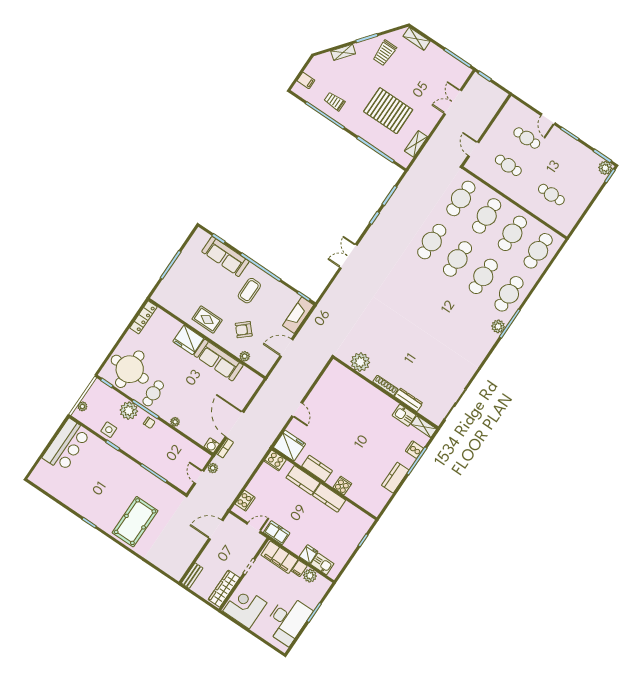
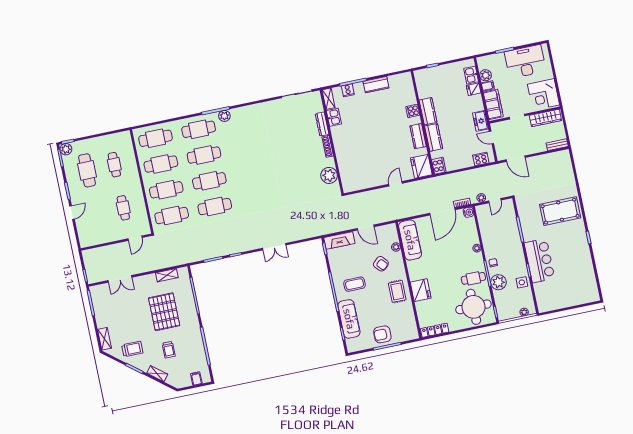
trolley: (335, 101) -> (169, 350), moved
cafe table: (527, 138) -> (87, 170), moved, width x1.37, depth x1.35
armchair: (184, 271) -> (382, 334), added
sofa: (218, 360) -> (410, 240), moved
bar counter: (67, 445) -> (540, 261), moved, turned 90

